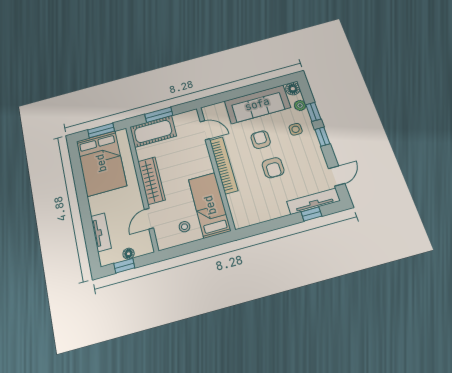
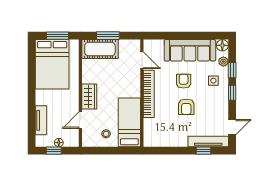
wardrobe: (151, 181) -> (89, 96), width x0.67

